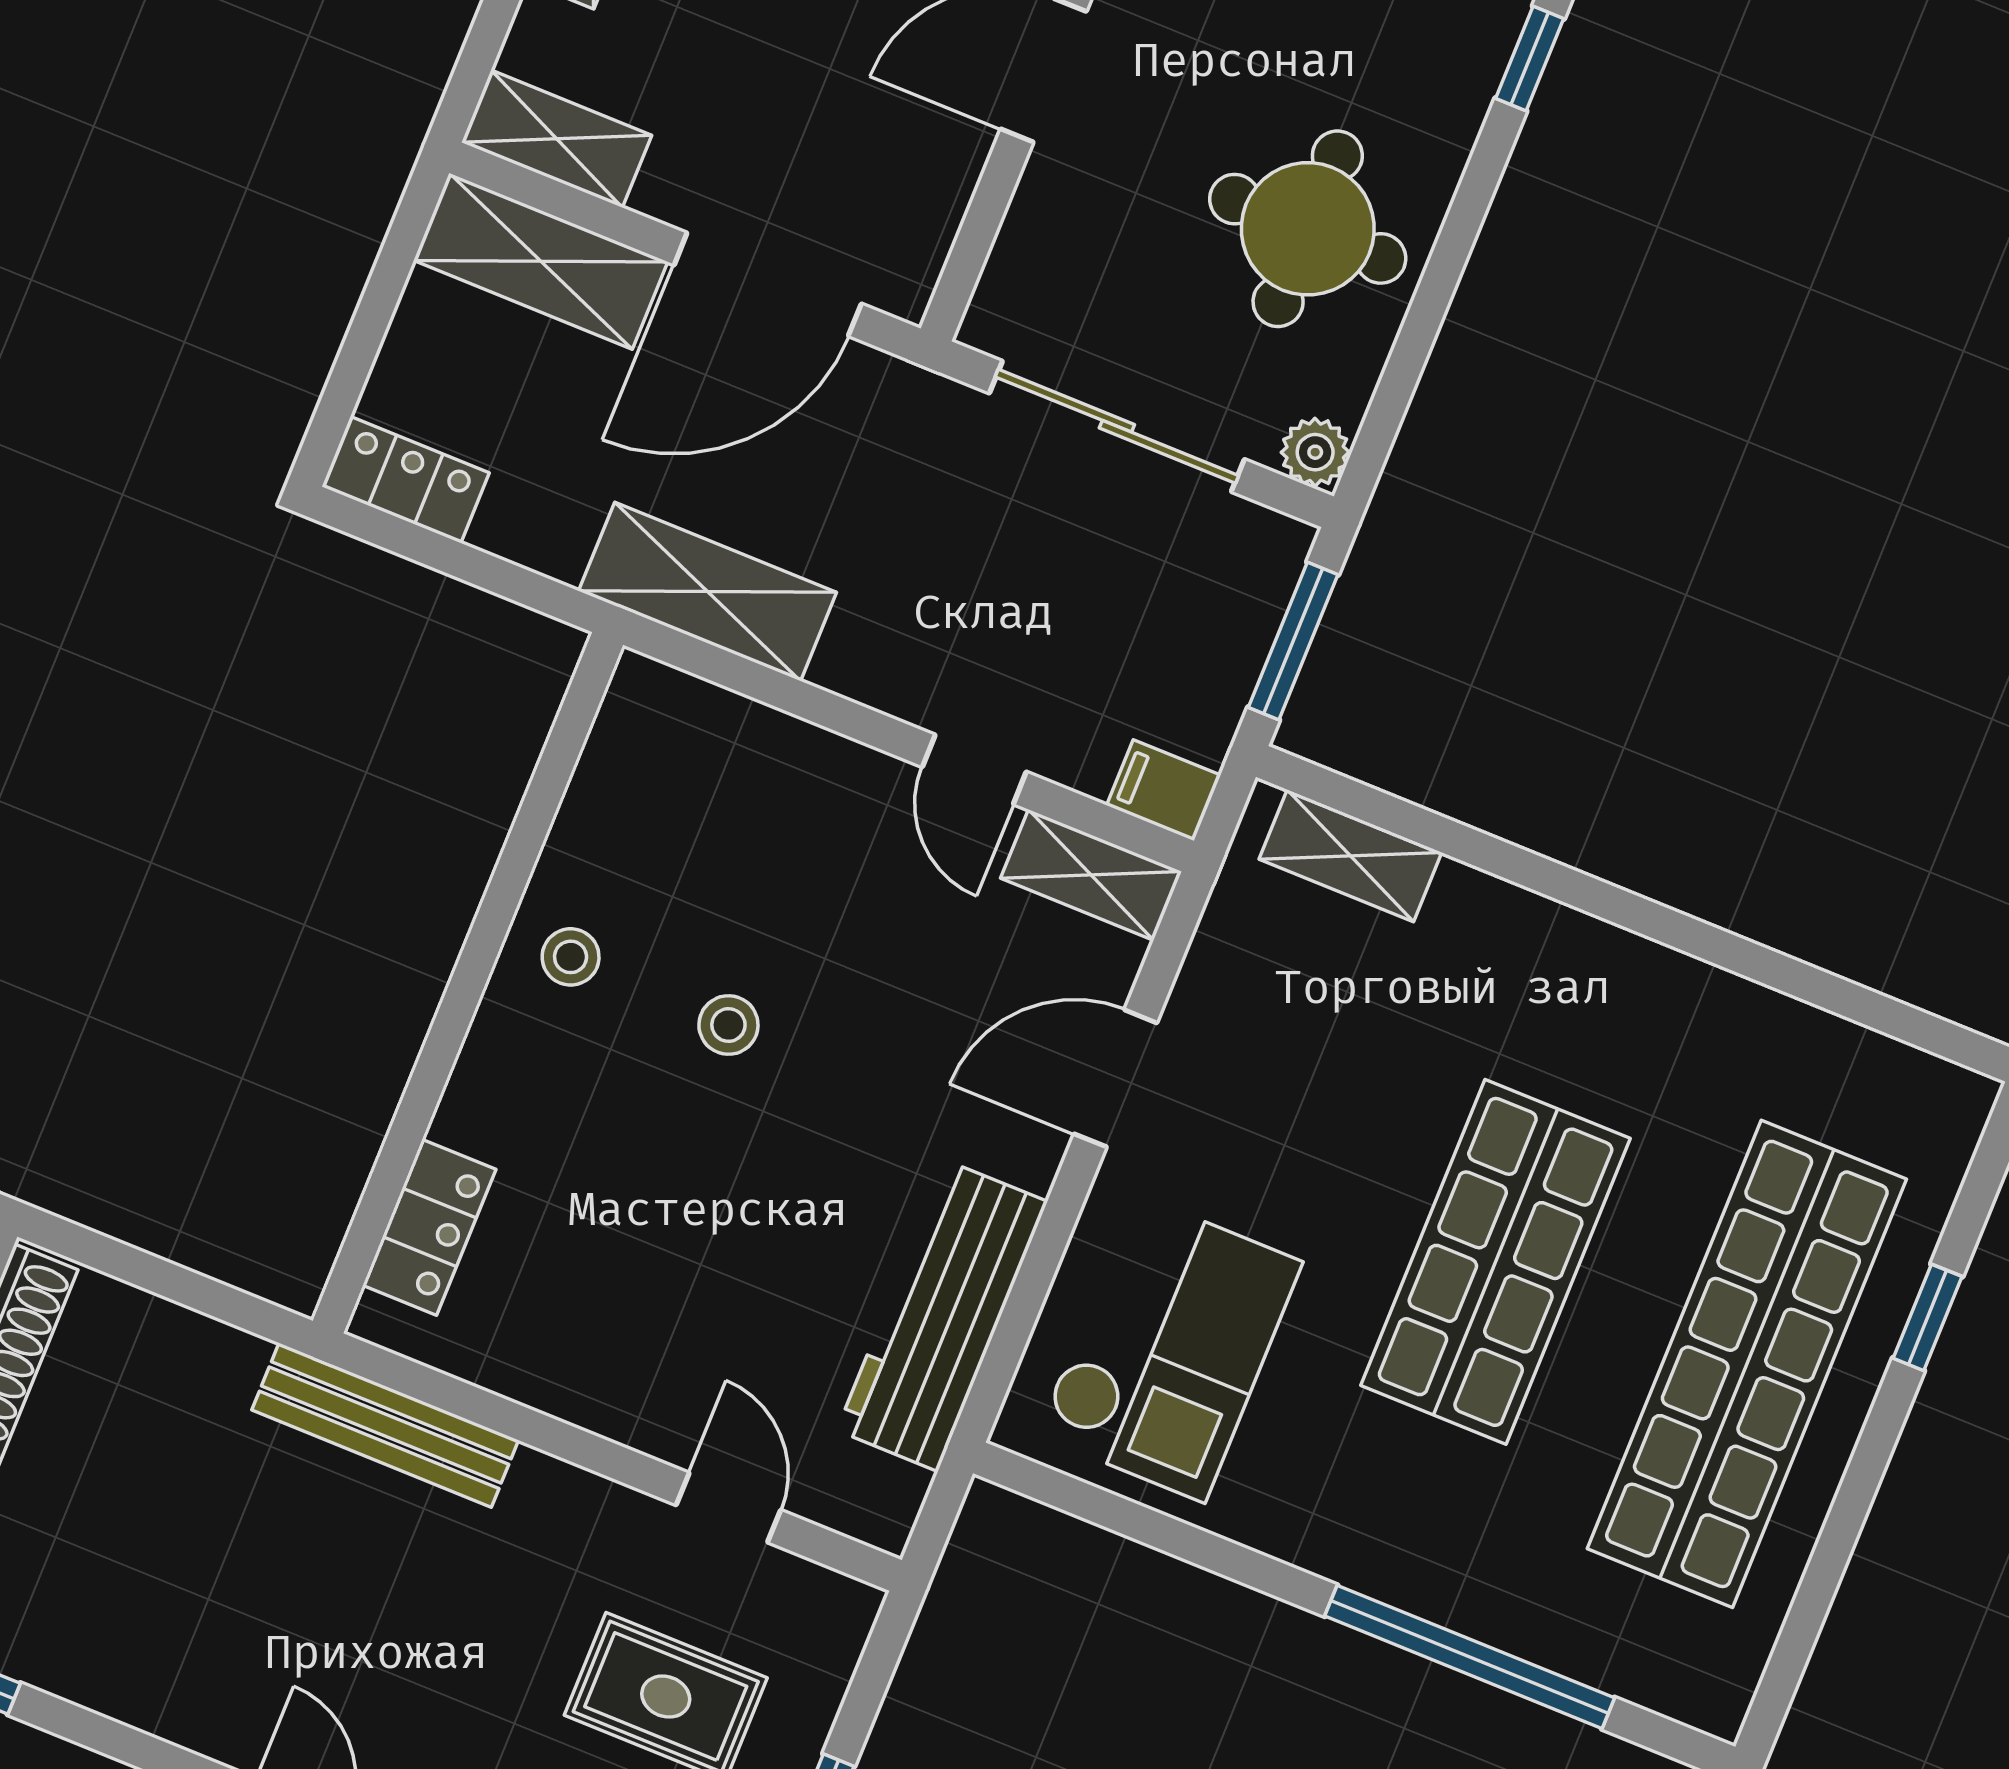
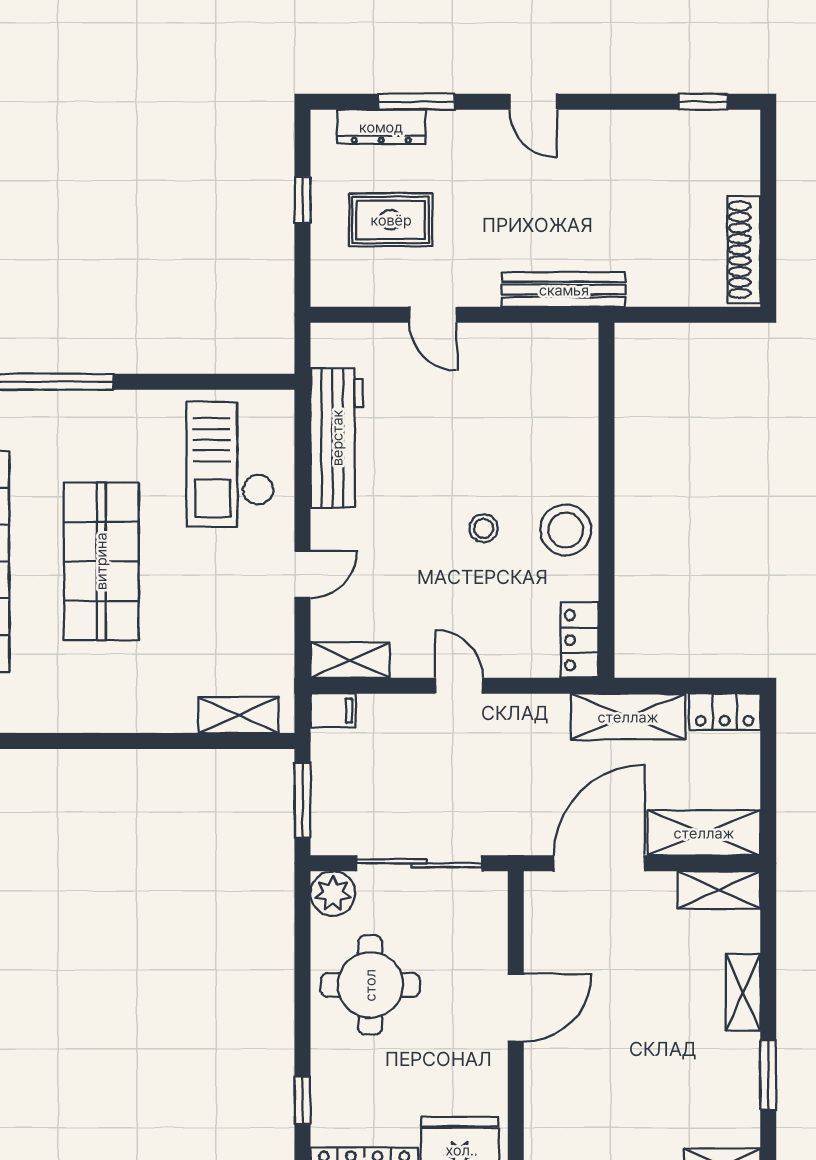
plant: (1315, 452) -> (333, 894), width x1.38, depth x1.38
shelving: (708, 592) -> (628, 717), moved
door: (974, 769) -> (459, 686), moved
stool: (571, 957) -> (566, 530), width x1.89, depth x1.89
door: (1115, 1078) -> (303, 574), width x0.73
locker: (429, 1227) -> (580, 640), moved
door: (728, 1507) -> (433, 315), moved

